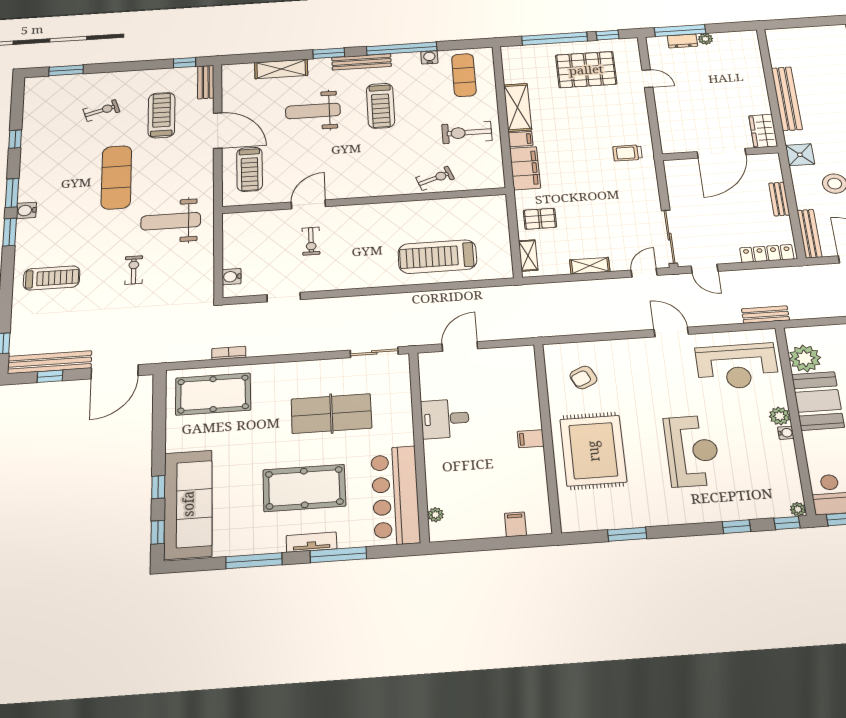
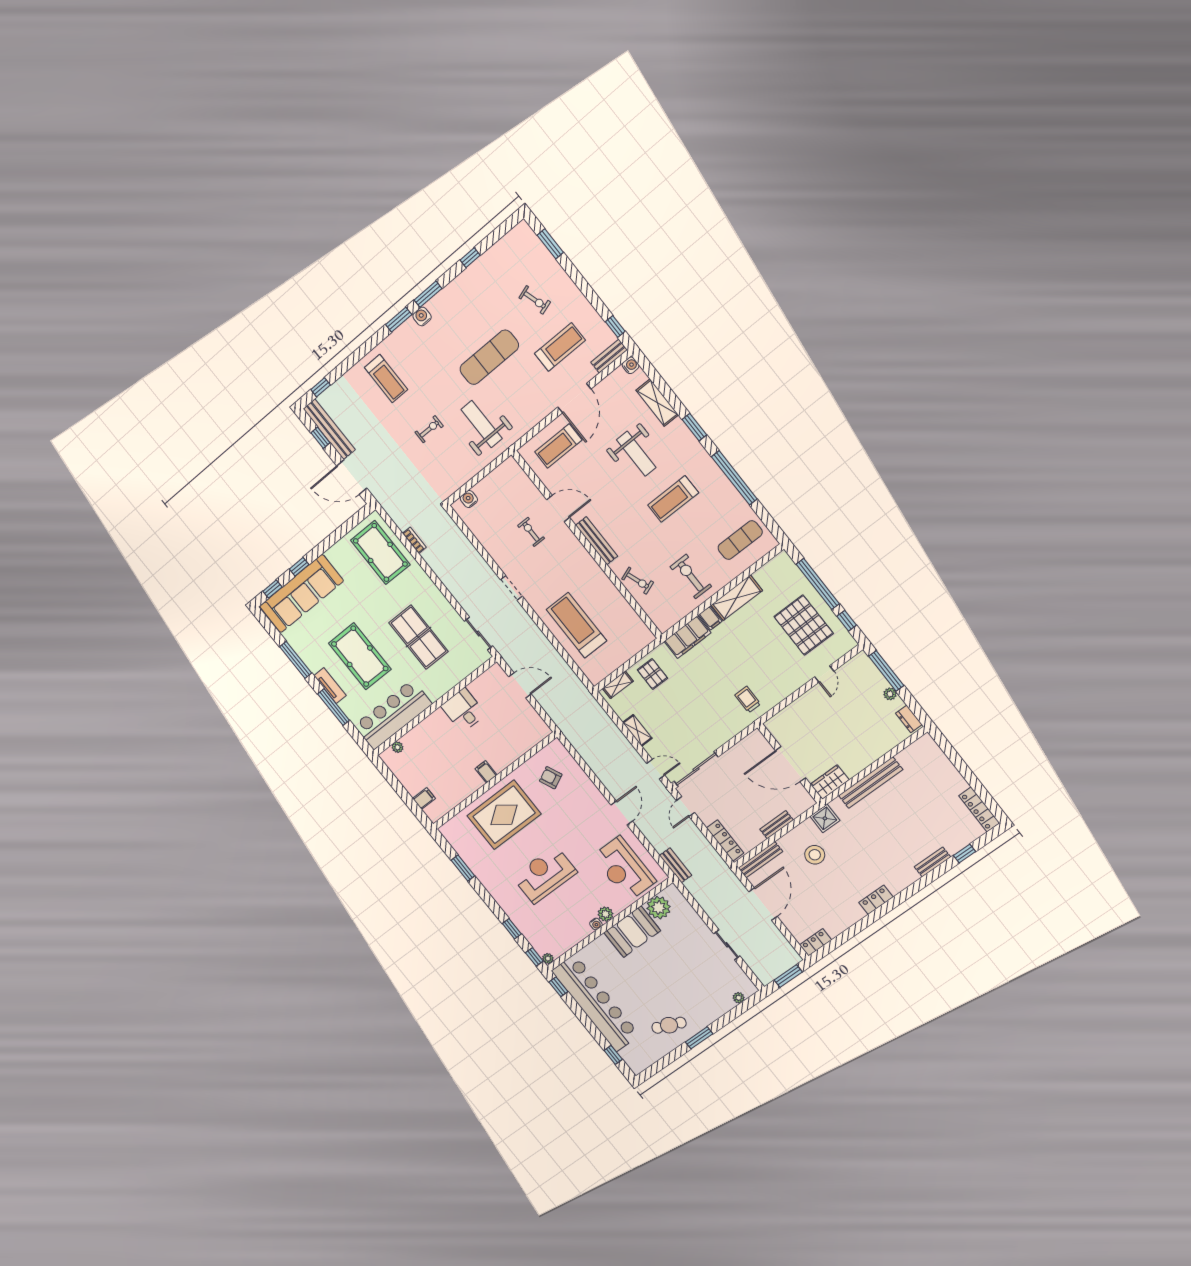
dresser: (682, 41) -> (909, 719), moved
water cooler: (429, 57) -> (631, 365), moved
bench: (362, 62) -> (597, 541), moved
weight bench: (313, 111) -> (636, 454), turned 180
exercise bike: (311, 241) -> (531, 532), turned 90
doorway: (284, 297) -> (511, 588), moved
reception desk: (692, 451) -> (545, 875), turned 180

